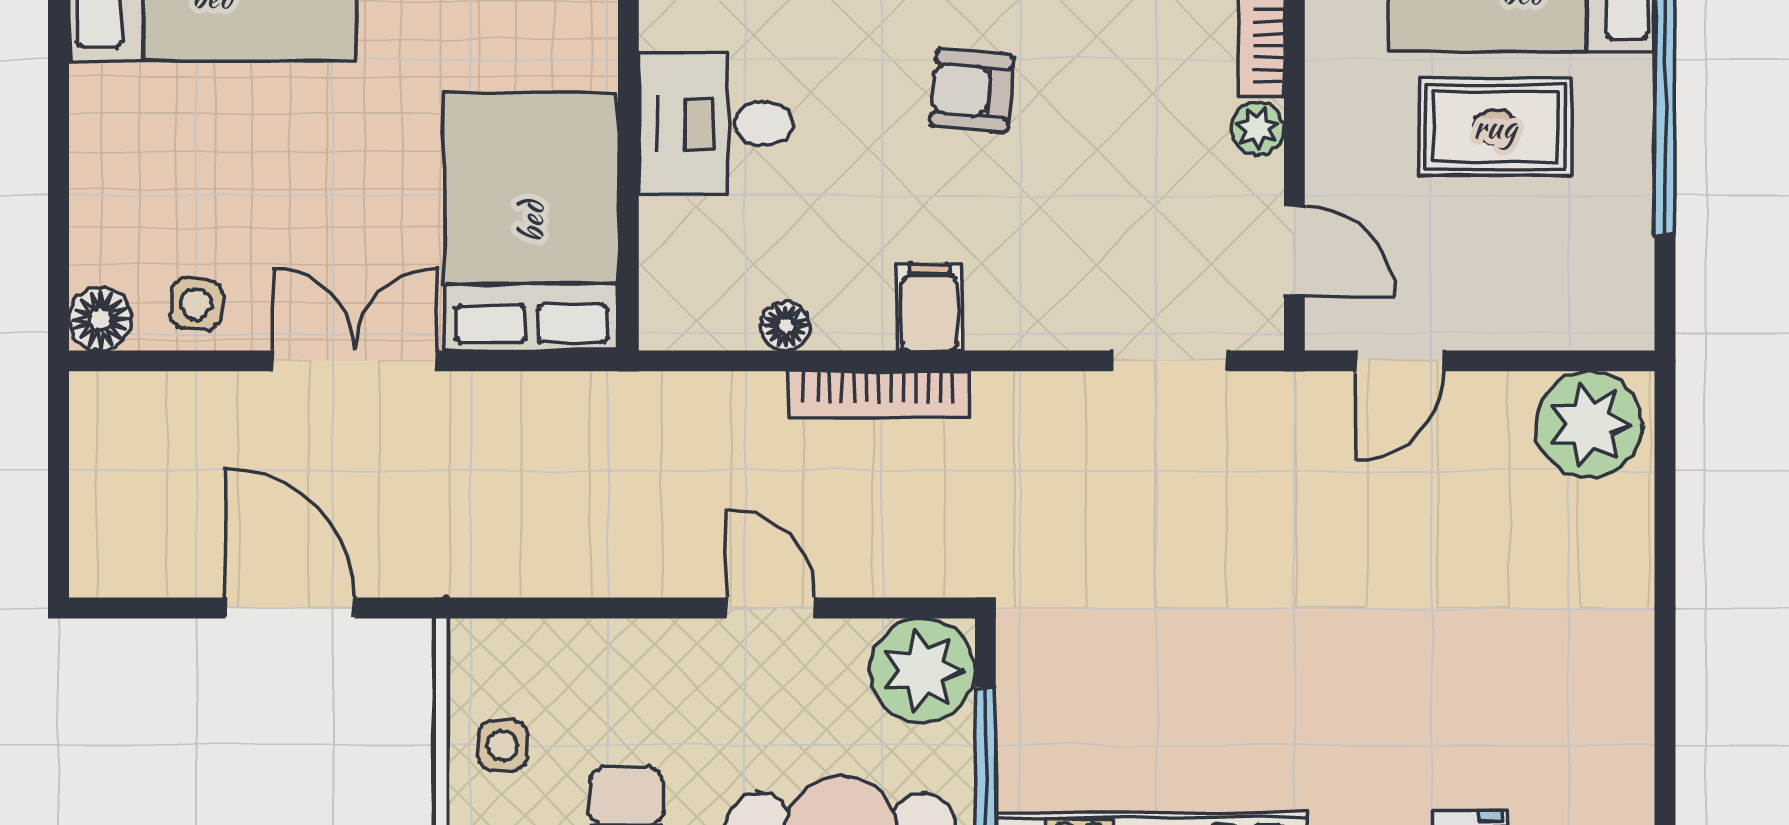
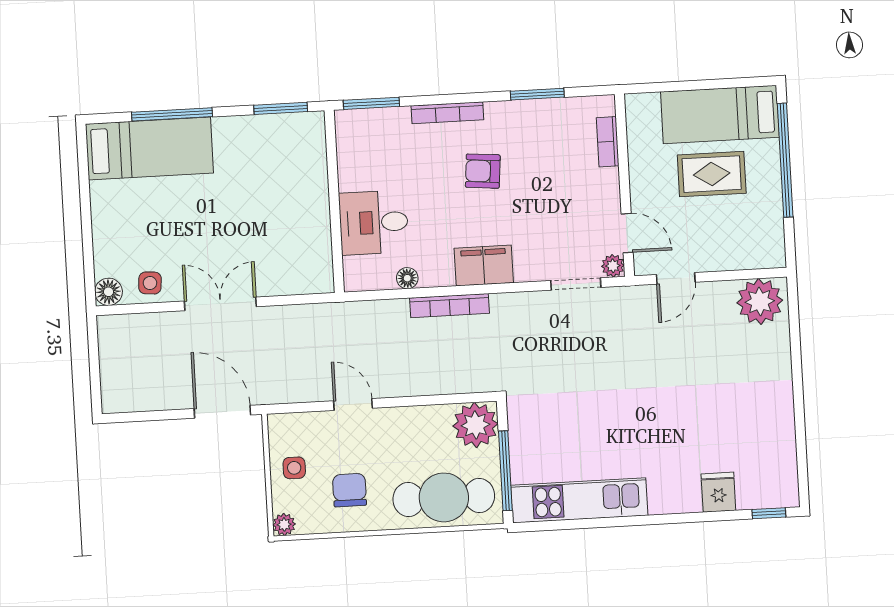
desk: (716, 124) -> (374, 222), moved
plant: (1257, 128) -> (613, 266), moved
bed: (531, 222) -> (294, 239), removed
filing cabinet: (929, 307) -> (484, 266), width x2.00
door: (290, 608) -> (222, 412), moved
door: (771, 608) -> (353, 404), moved

